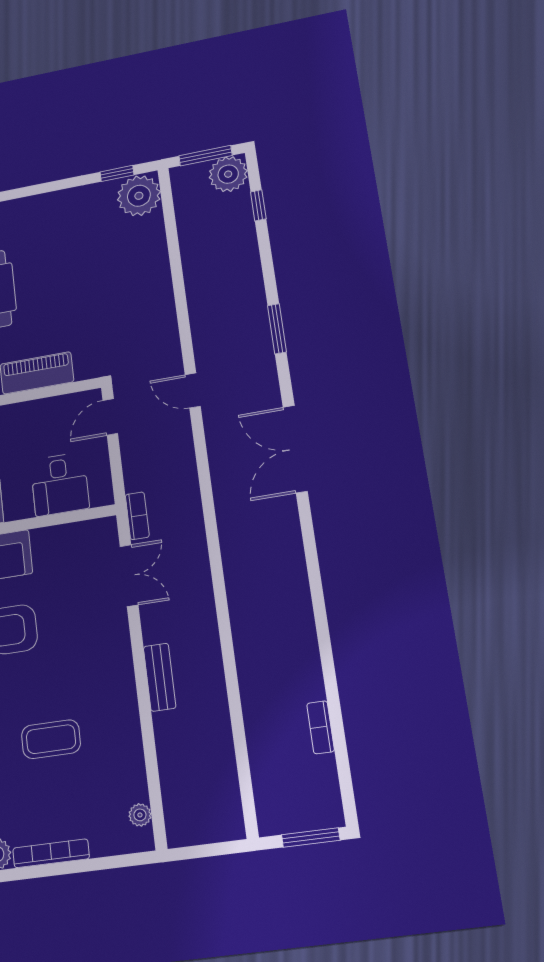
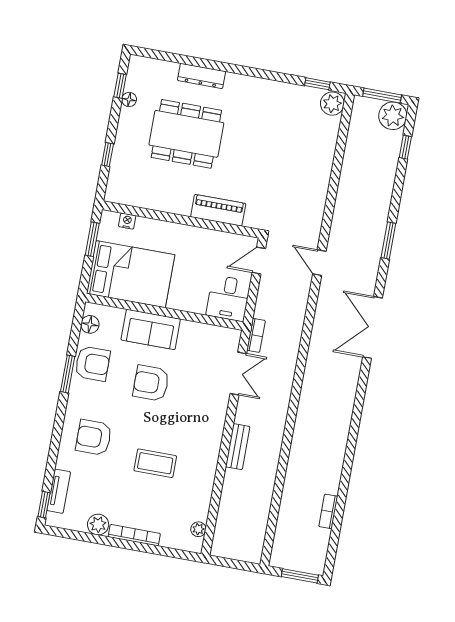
plant: (139, 196) -> (332, 104), width x0.73, depth x0.73
desk: (60, 484) -> (228, 298), moved

